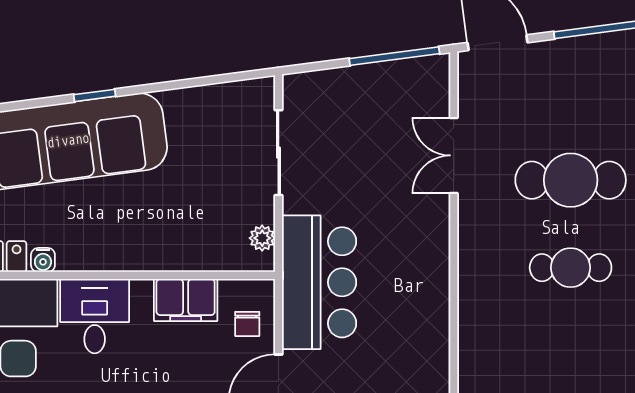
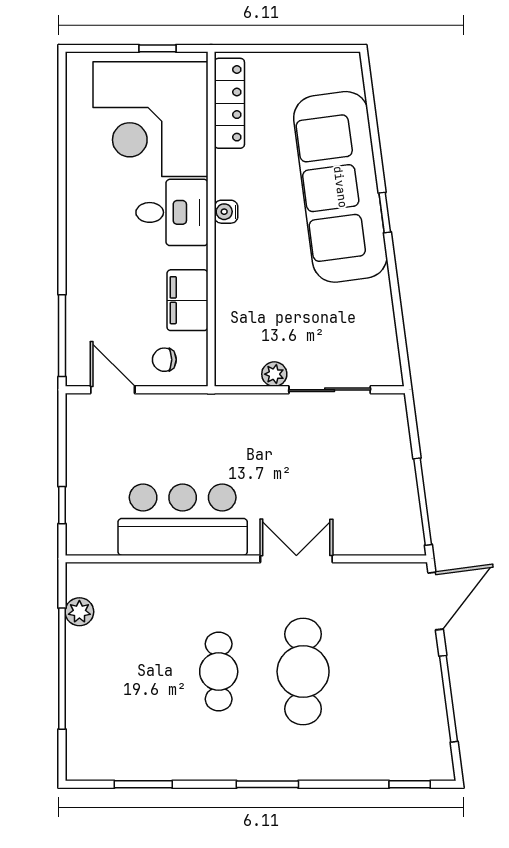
double door: (454, 155) -> (296, 559), moved
plant: (262, 238) -> (274, 374), moved
water cooler: (43, 260) -> (226, 212), moved
bar counter: (319, 282) -> (183, 520), moved, turned 180

